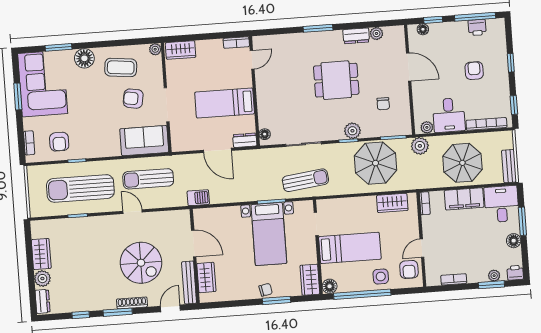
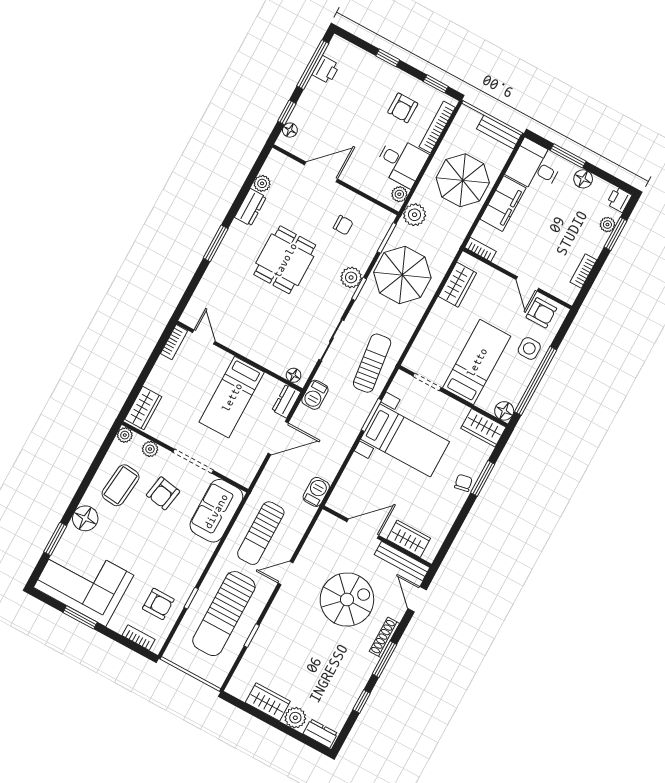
armchair: (474, 71) -> (403, 108), moved, turned -90
plant: (157, 72) -> (150, 449), added
barbecue: (261, 156) -> (315, 395), added

